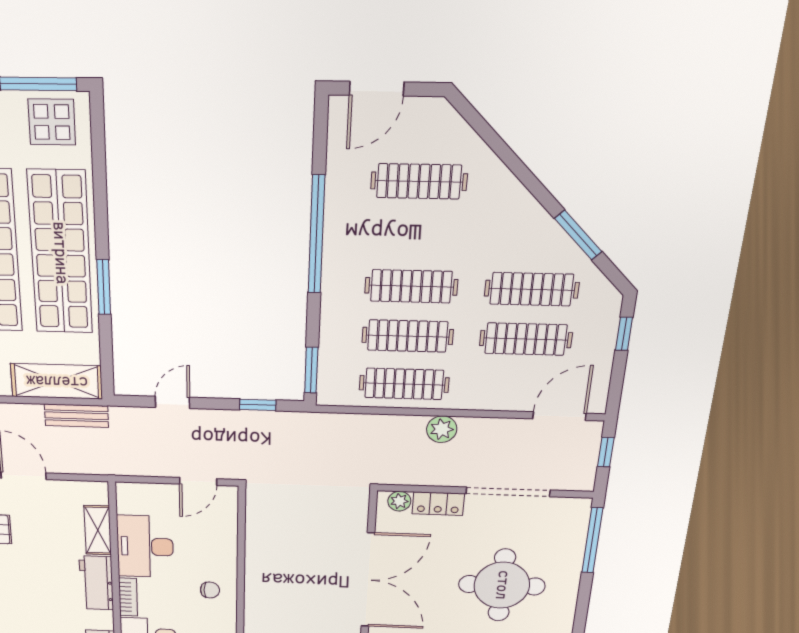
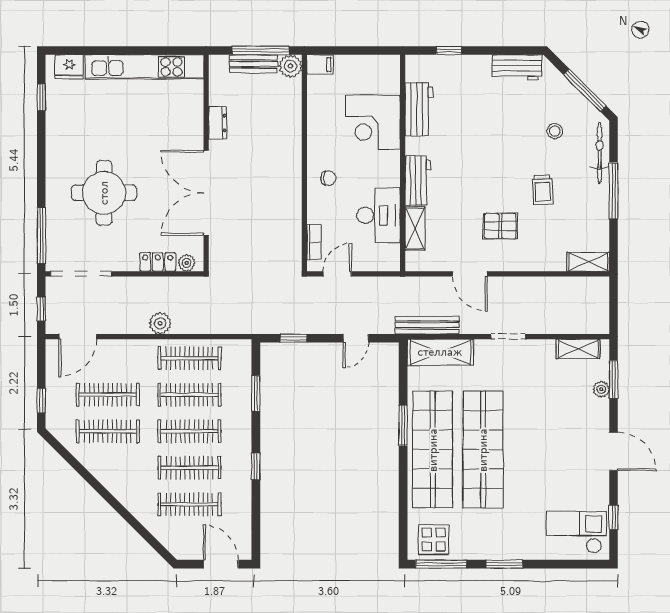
door: (377, 89) -> (221, 564), hinge flipped
window: (316, 235) -> (256, 466), width x0.32
clothes rail: (415, 235) -> (189, 468), added
window: (578, 235) -> (81, 470), removed
window: (311, 370) -> (256, 393), moved
bench: (76, 416) -> (427, 325), width x1.36
doorway: (508, 492) -> (81, 274), moved
chair: (210, 590) -> (328, 178), turned 180
bookcase: (128, 597) -> (314, 242), moved, turned 180

